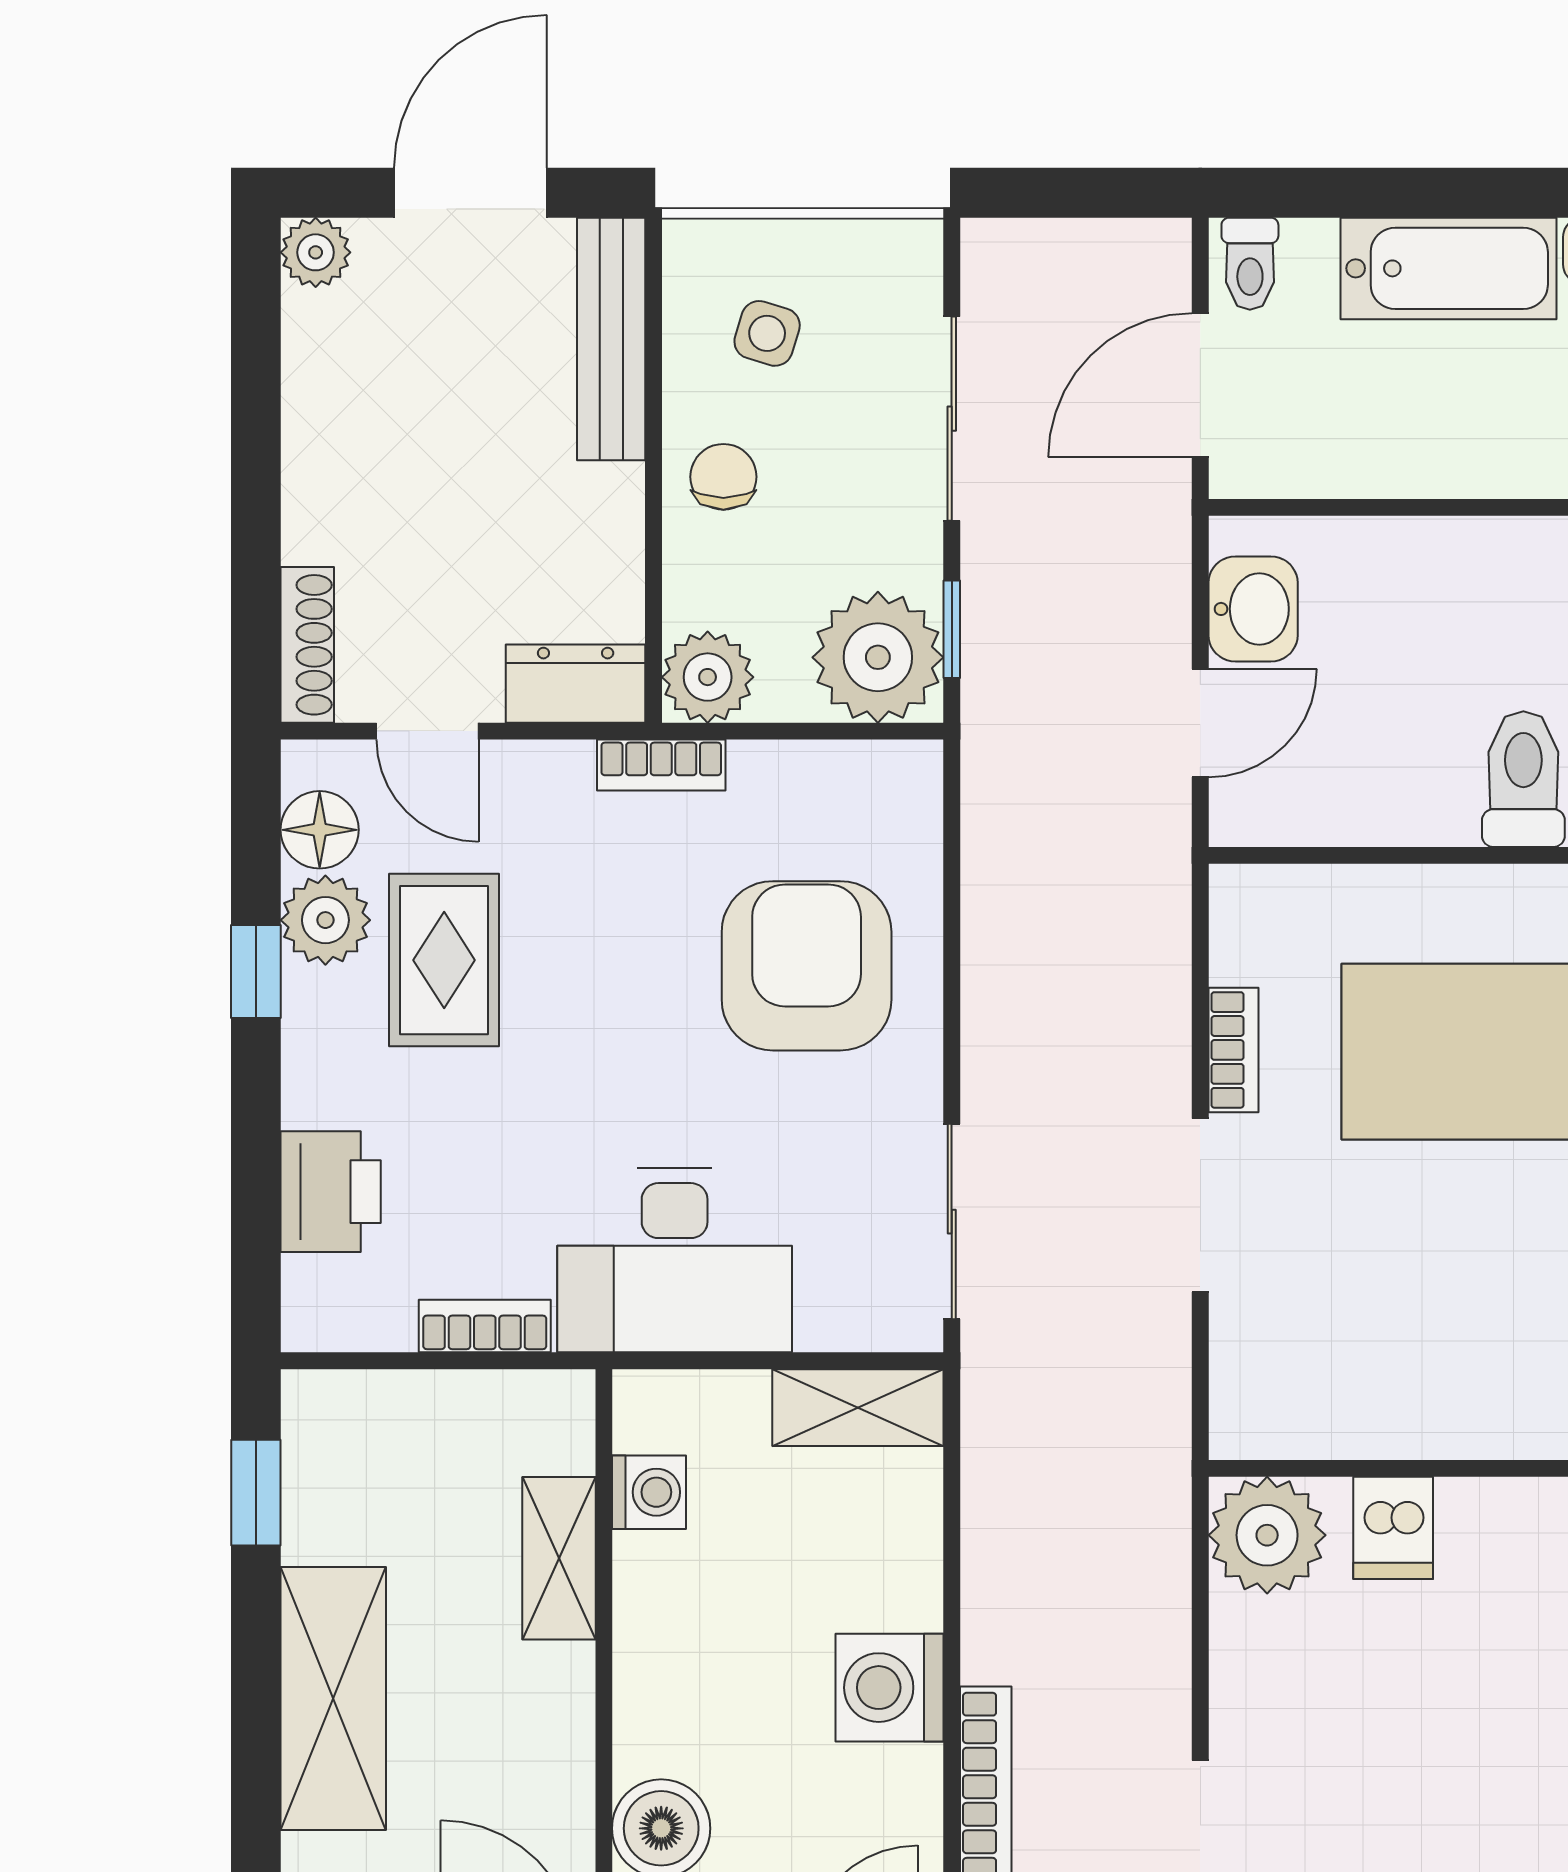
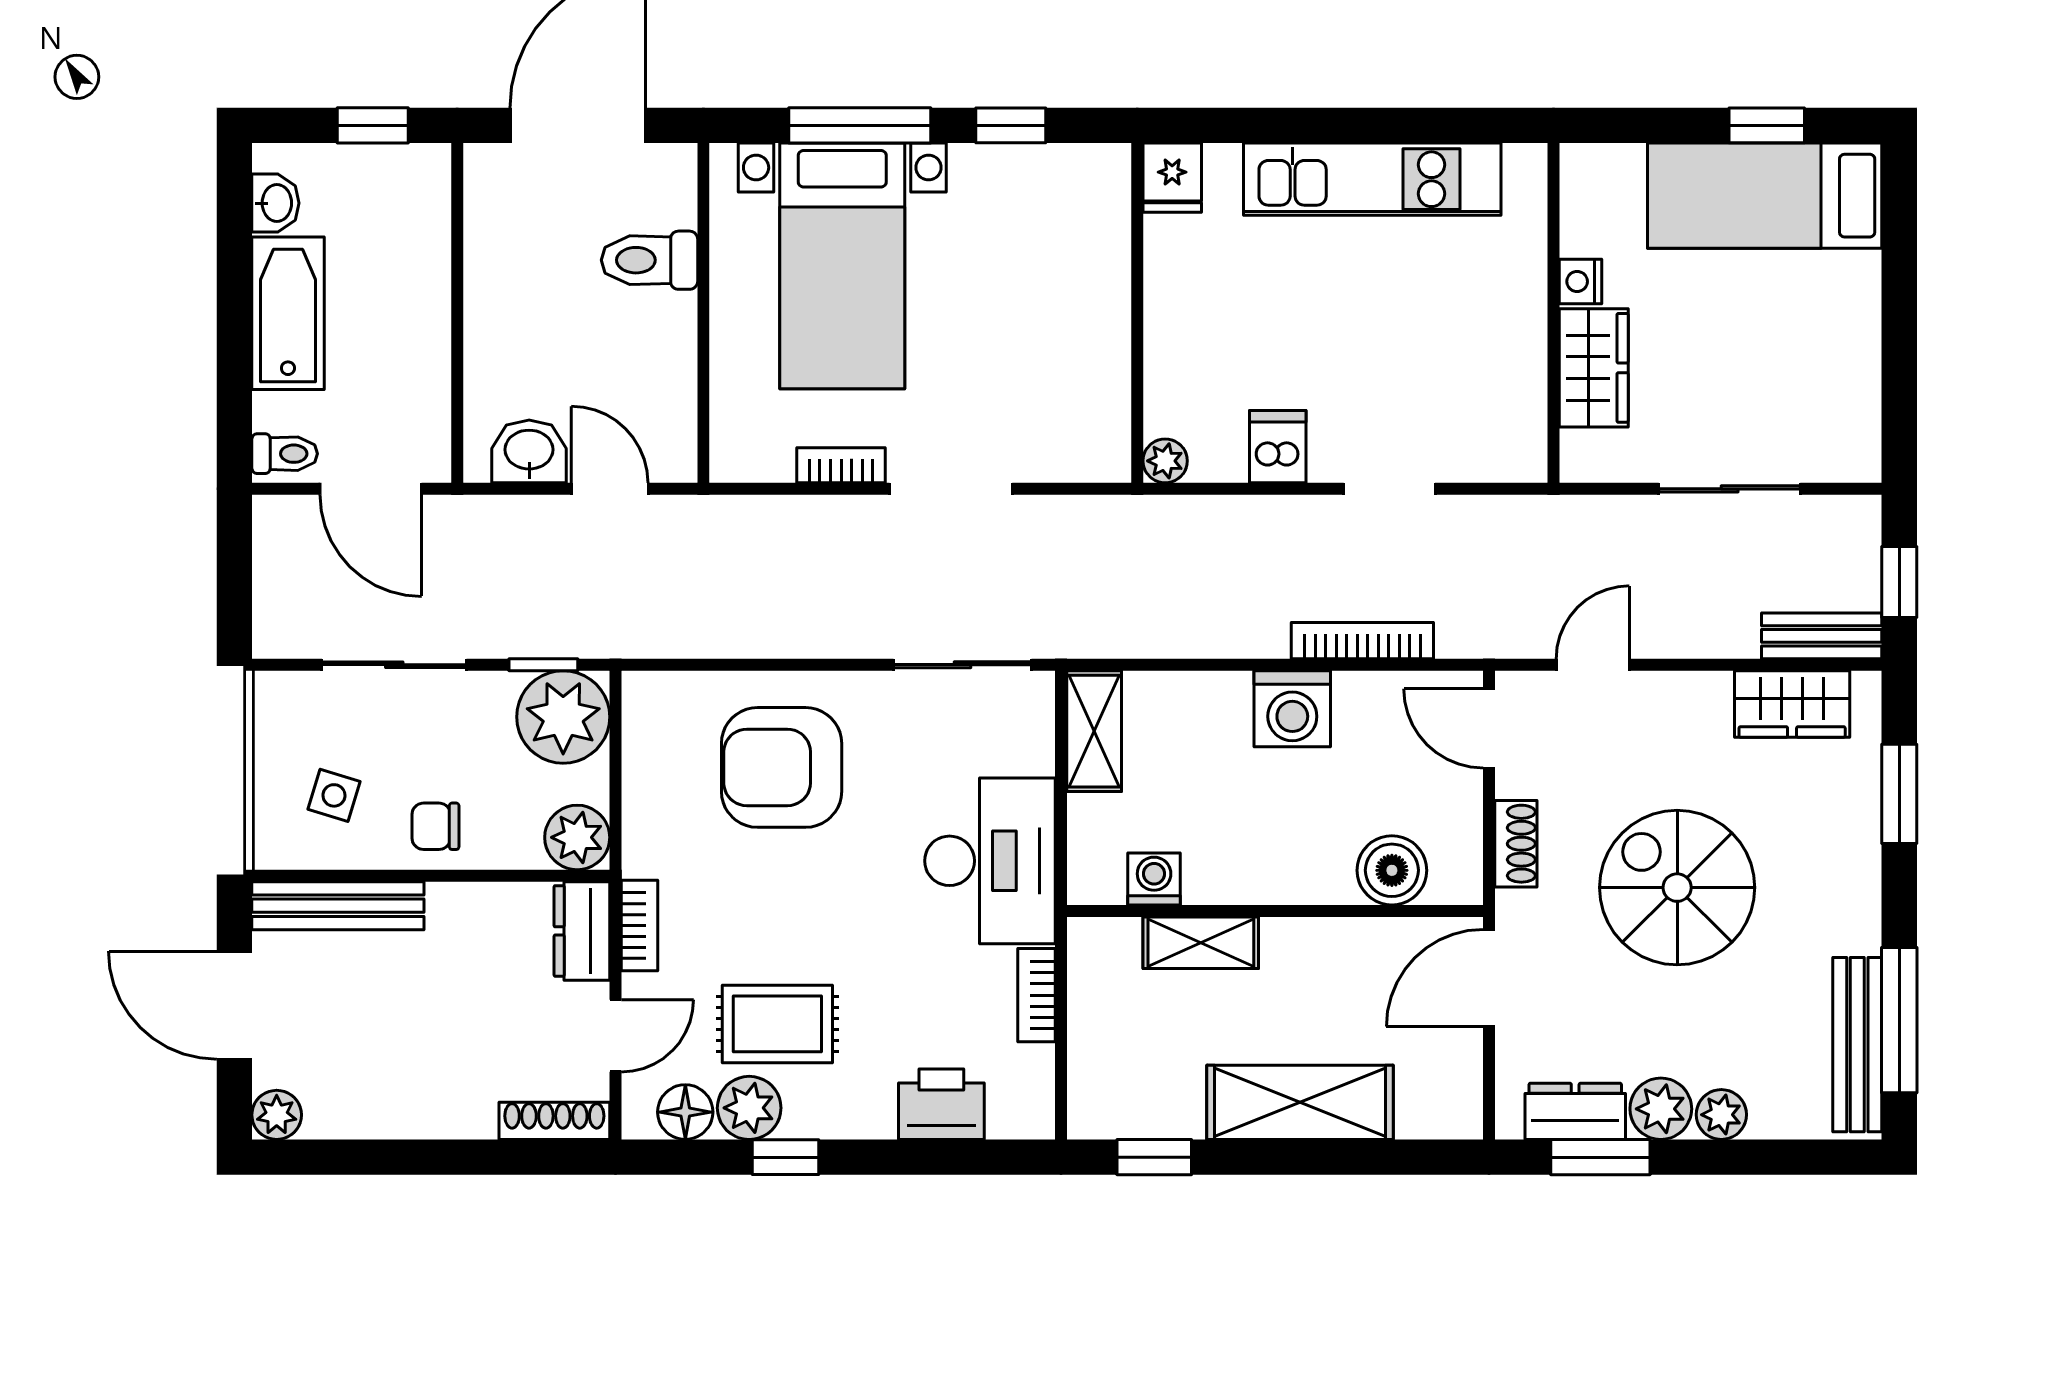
bookcase: (661, 765) -> (639, 925), moved
dishwasher: (1393, 1528) -> (1278, 447), moved, turned -90
plant: (1267, 1535) -> (1165, 461), width x0.53, depth x0.53

